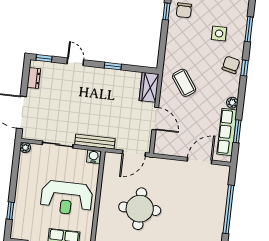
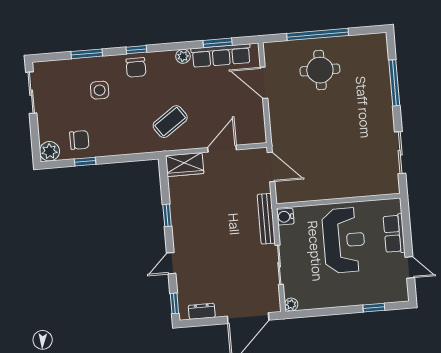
chair: (231, 65) -> (136, 67), turned -103
round table: (140, 209) -> (320, 70), moved, width x0.73, depth x0.73

